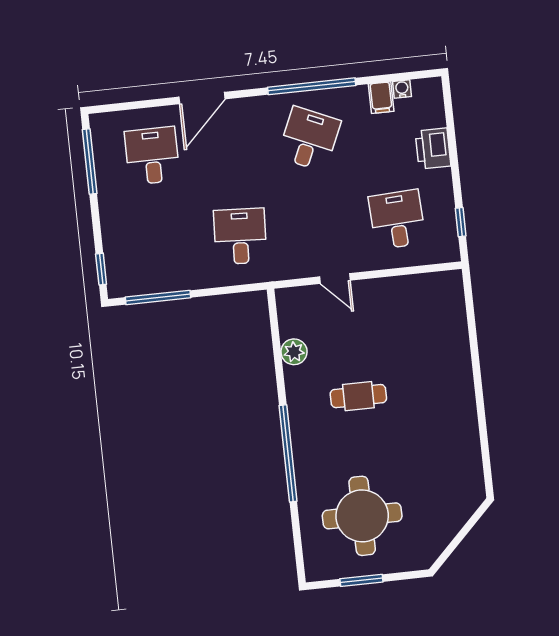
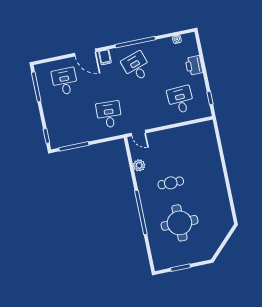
door: (202, 98) -> (85, 53), hinge flipped
filing cabinet: (381, 98) -> (105, 57), moved
desk: (309, 139) -> (136, 67), turned -42
door: (335, 279) -> (138, 133), moved
round table: (362, 516) -> (179, 223), moved

